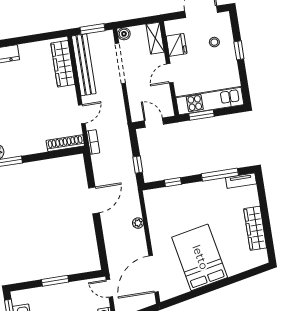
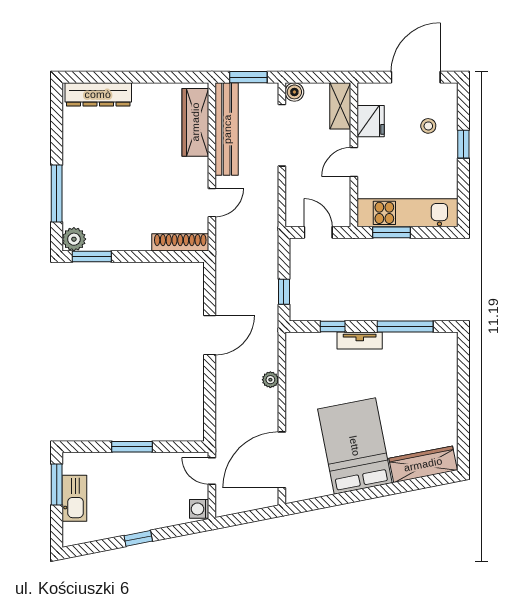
bookcase: (93, 142) -> (222, 247), removed
tv unit: (241, 181) -> (360, 341), moved
wardrobe: (255, 228) -> (423, 464), moved, turned 79

